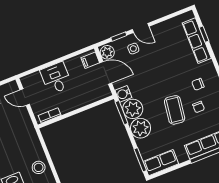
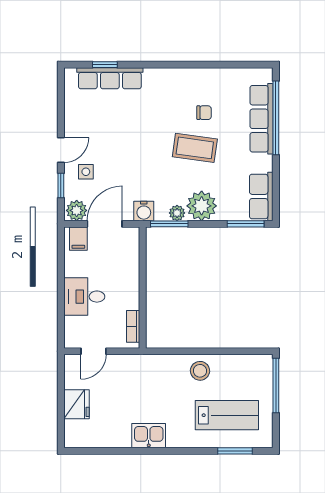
chair: (198, 84) -> (172, 101), removed
plant: (133, 109) -> (177, 213), width x0.53, depth x0.53

